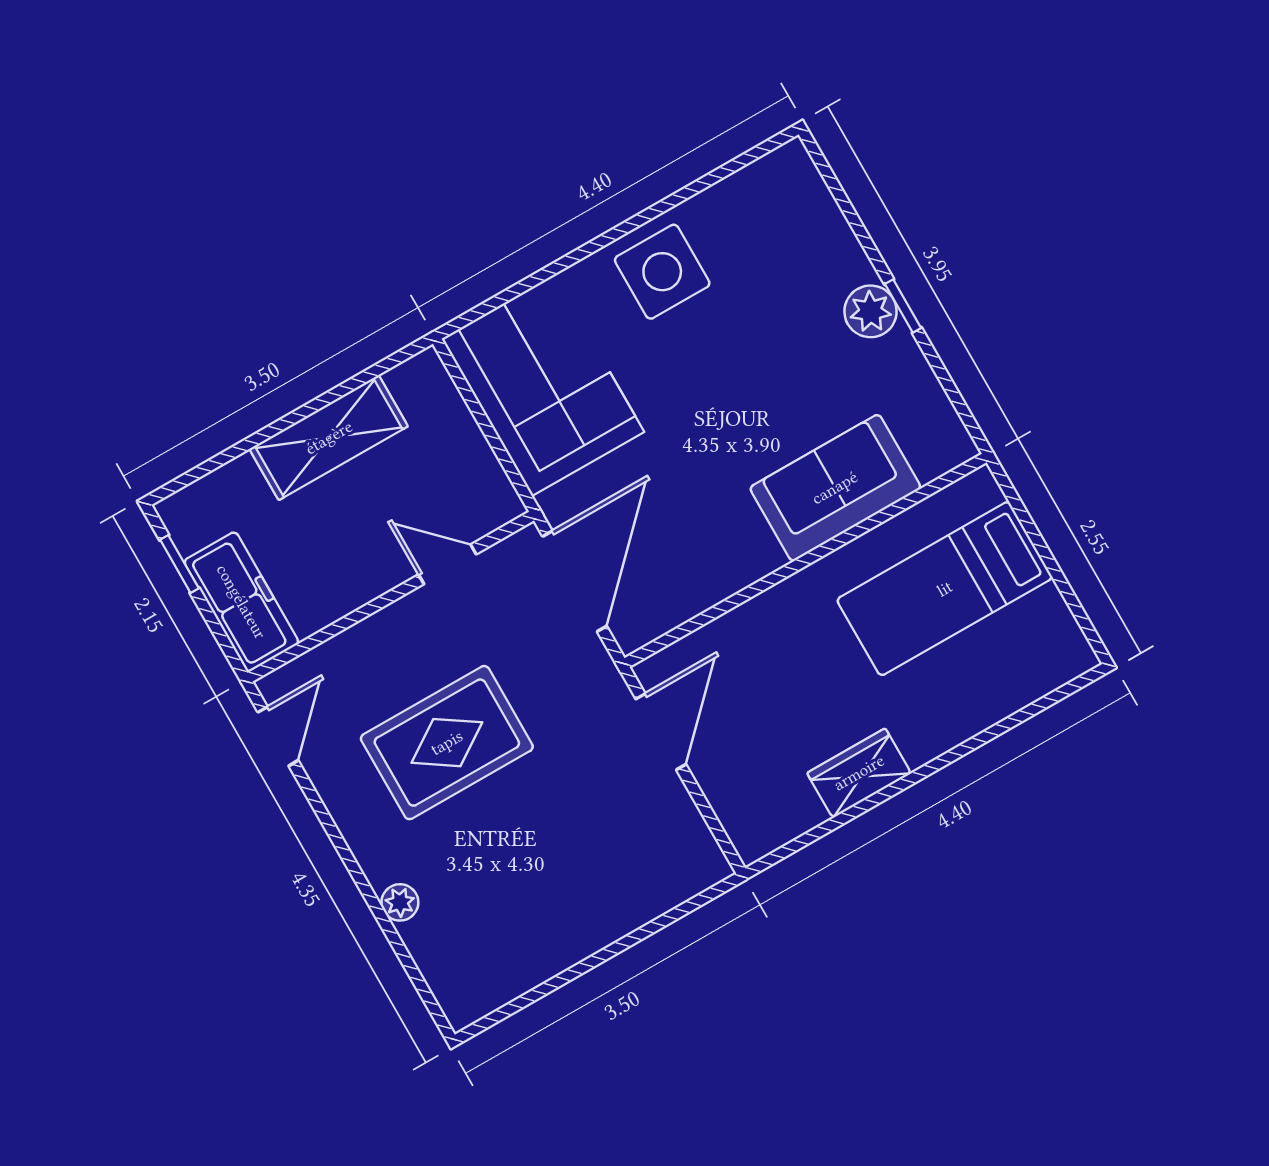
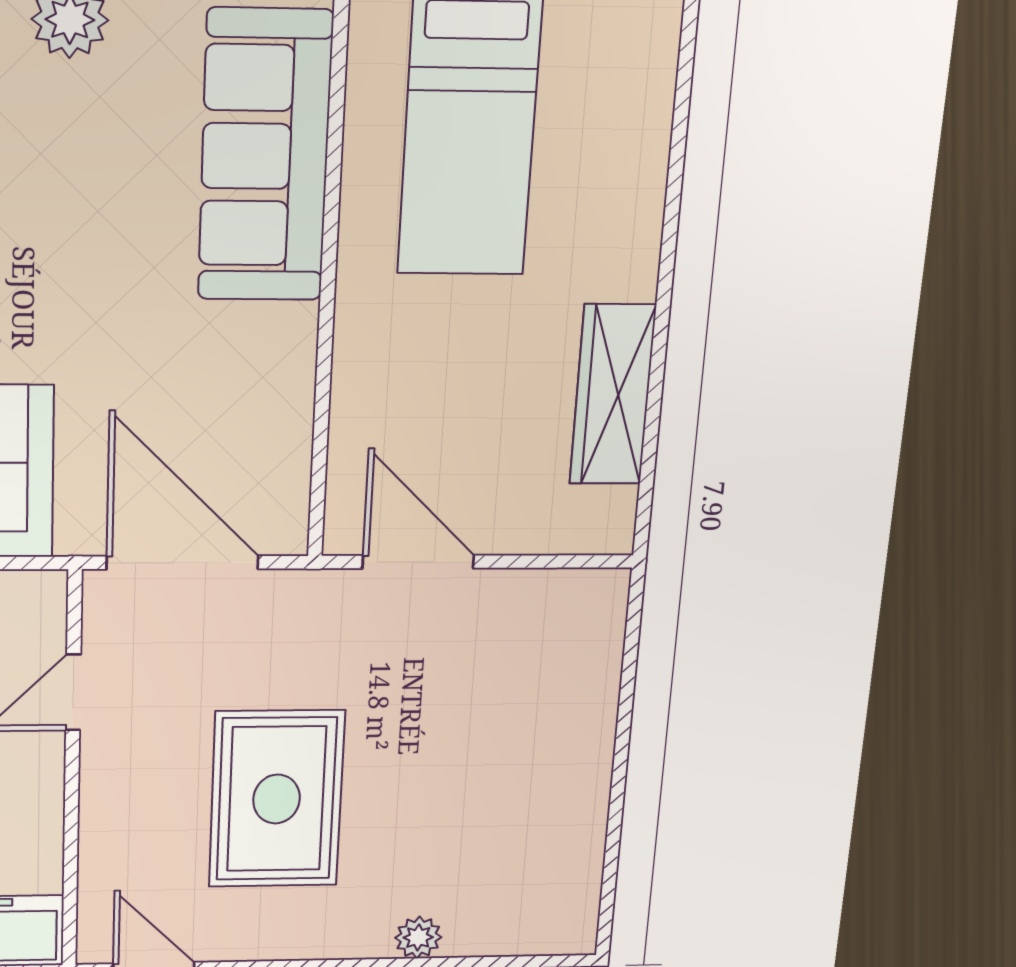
sofa: (835, 488) -> (265, 156), width x1.36
wardrobe: (859, 773) -> (613, 395), width x1.50

